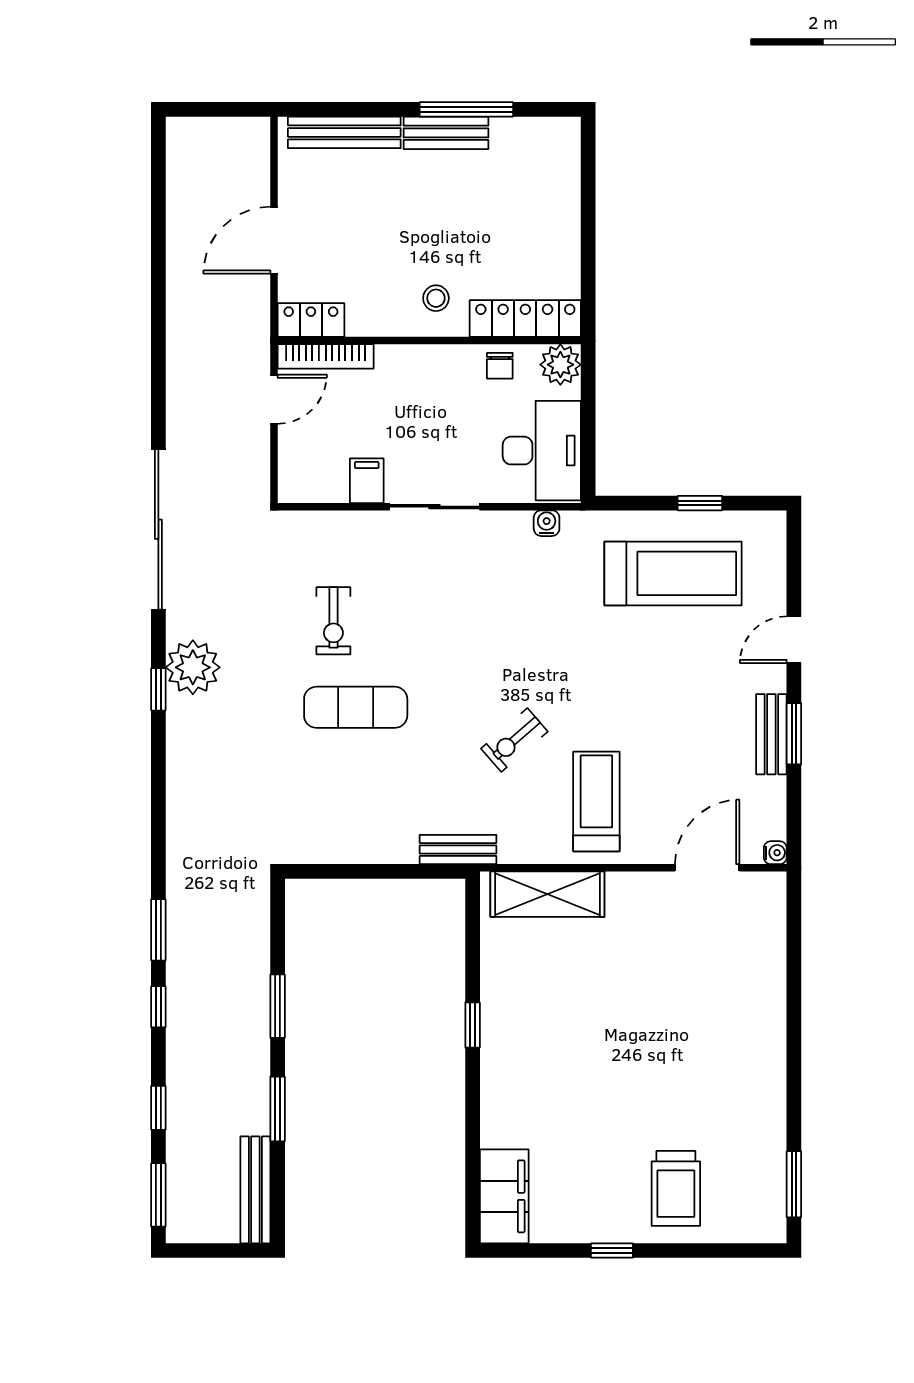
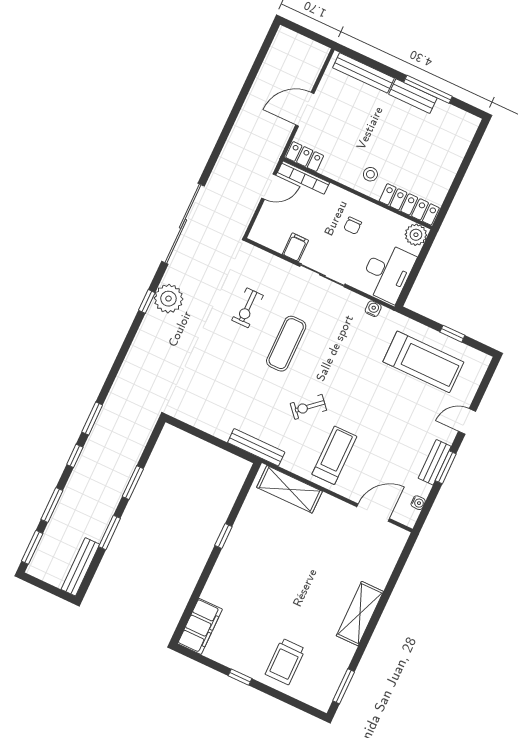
chair: (500, 366) -> (353, 226), moved
exercise mat: (356, 707) -> (286, 344), moved, turned 90
bench: (458, 849) -> (256, 447), width x1.36
water cooler: (775, 853) -> (418, 503), moved
shelving: (764, 1049) -> (360, 614), added
window: (158, 1108) -> (52, 505), width x1.50

